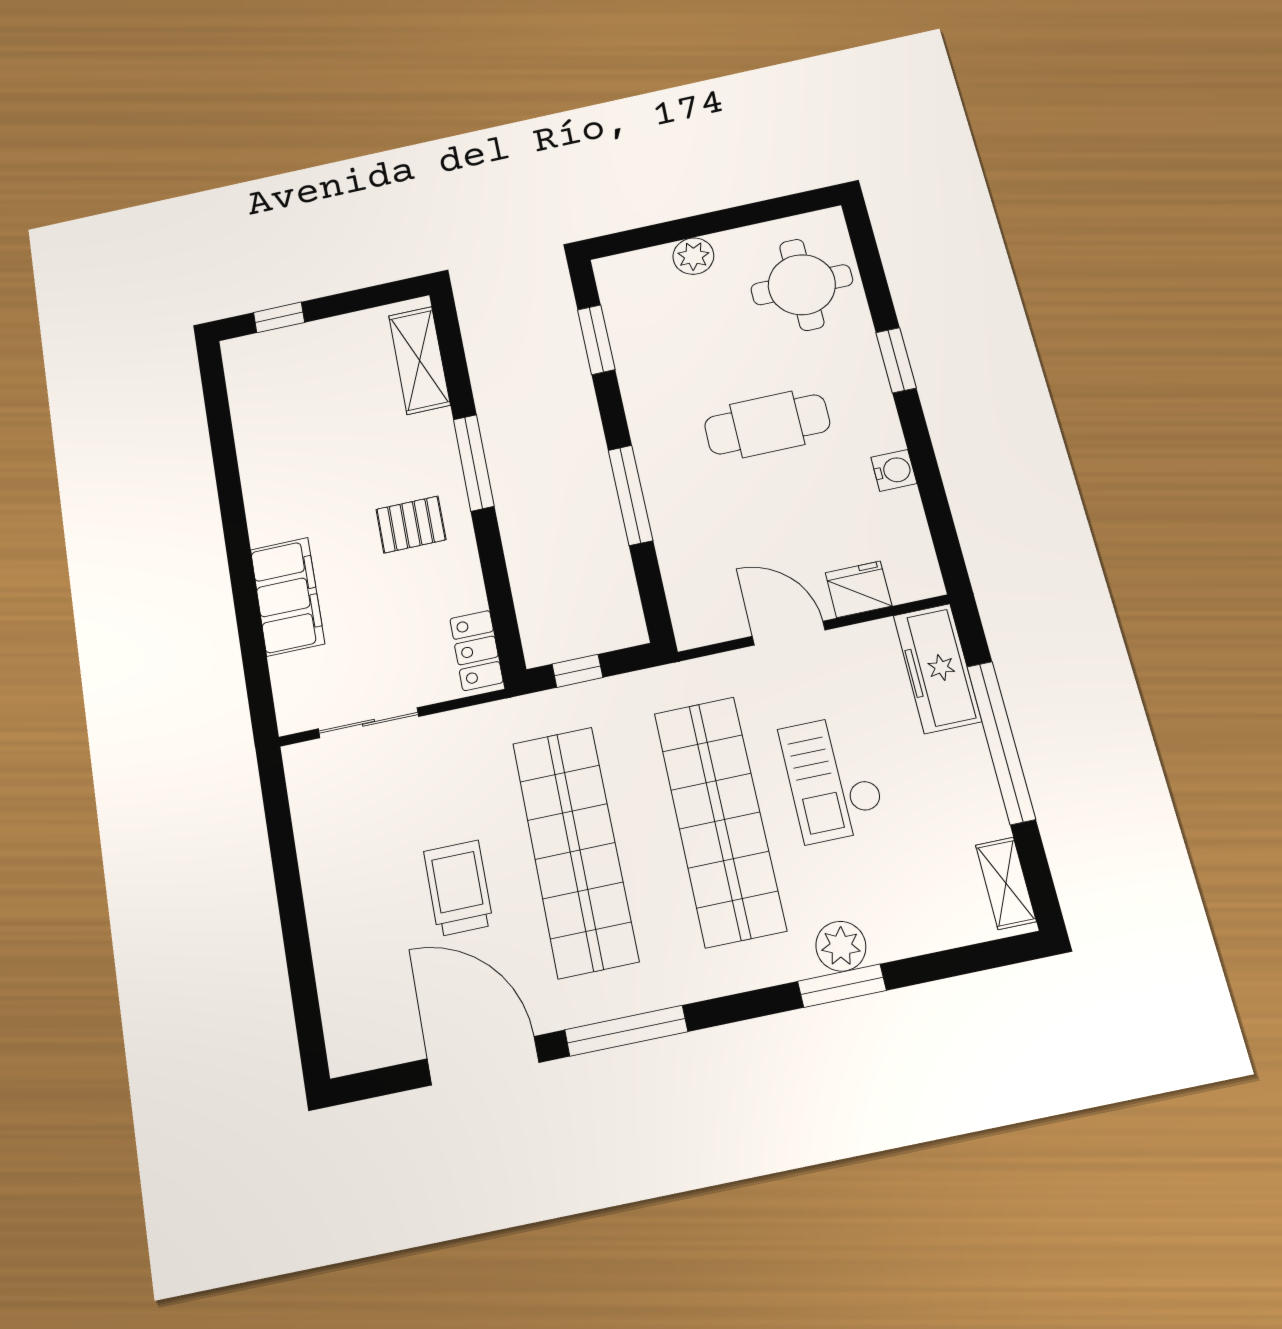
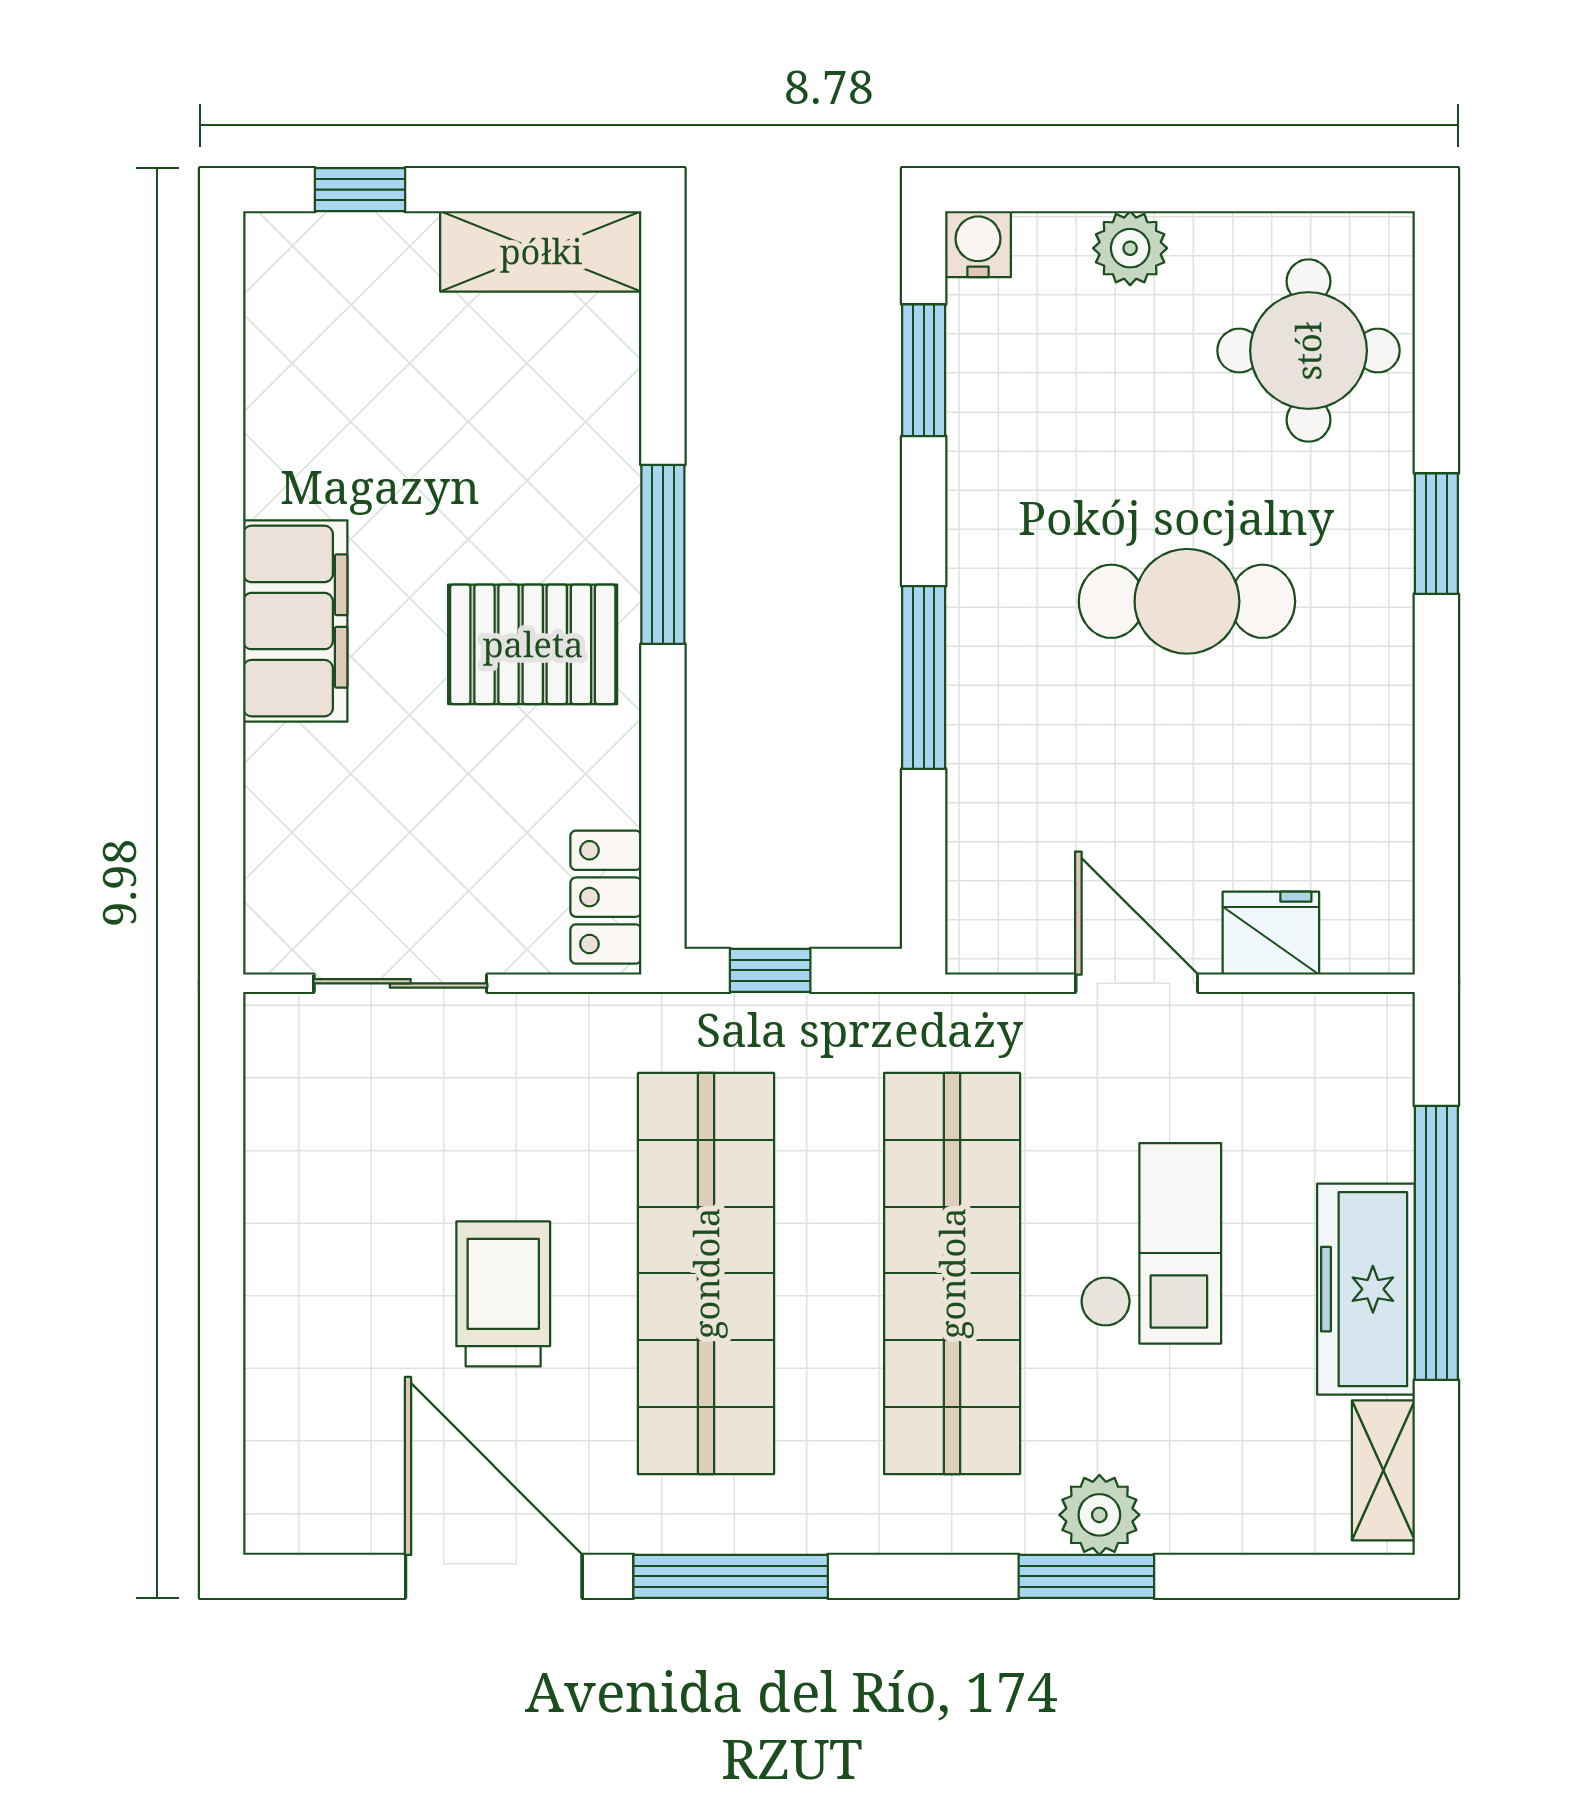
shelving: (419, 360) -> (541, 251), moved, turned 90
water cooler: (894, 470) -> (978, 244), moved, turned -90
pallet: (411, 525) -> (533, 644), width x1.50, depth x1.42
filing cabinet: (287, 597) -> (295, 621), moved
freezer: (937, 668) -> (1366, 1289), moved
checkout: (832, 778) -> (1151, 1243), turned 180

